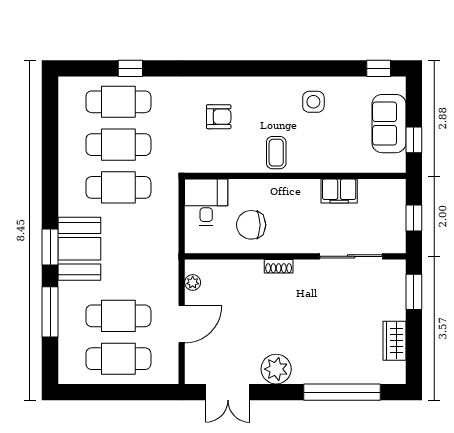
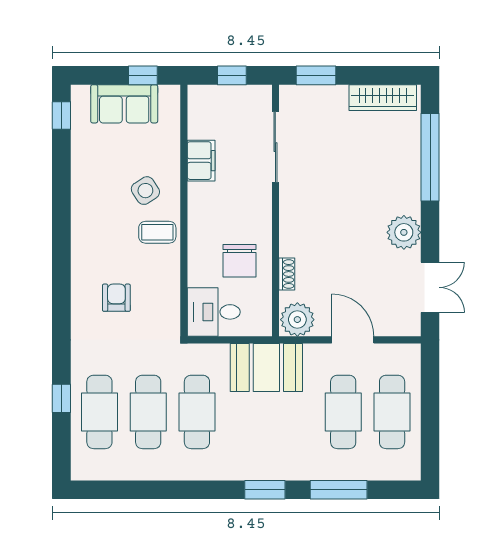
side table: (313, 102) -> (145, 191), moved, turned -33
booth: (79, 249) -> (266, 367), moved
shoe rack: (279, 266) -> (287, 274), moved
plant: (193, 282) -> (297, 320), width x1.88, depth x1.88
wardrobe: (394, 341) -> (383, 98), width x1.50

